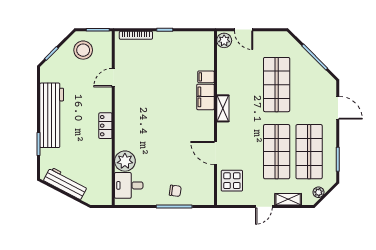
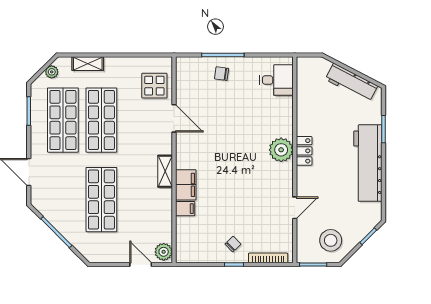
chair: (166, 47) -> (233, 244), added
plant: (125, 161) -> (281, 150), moved
door: (264, 207) -> (117, 55), removed

